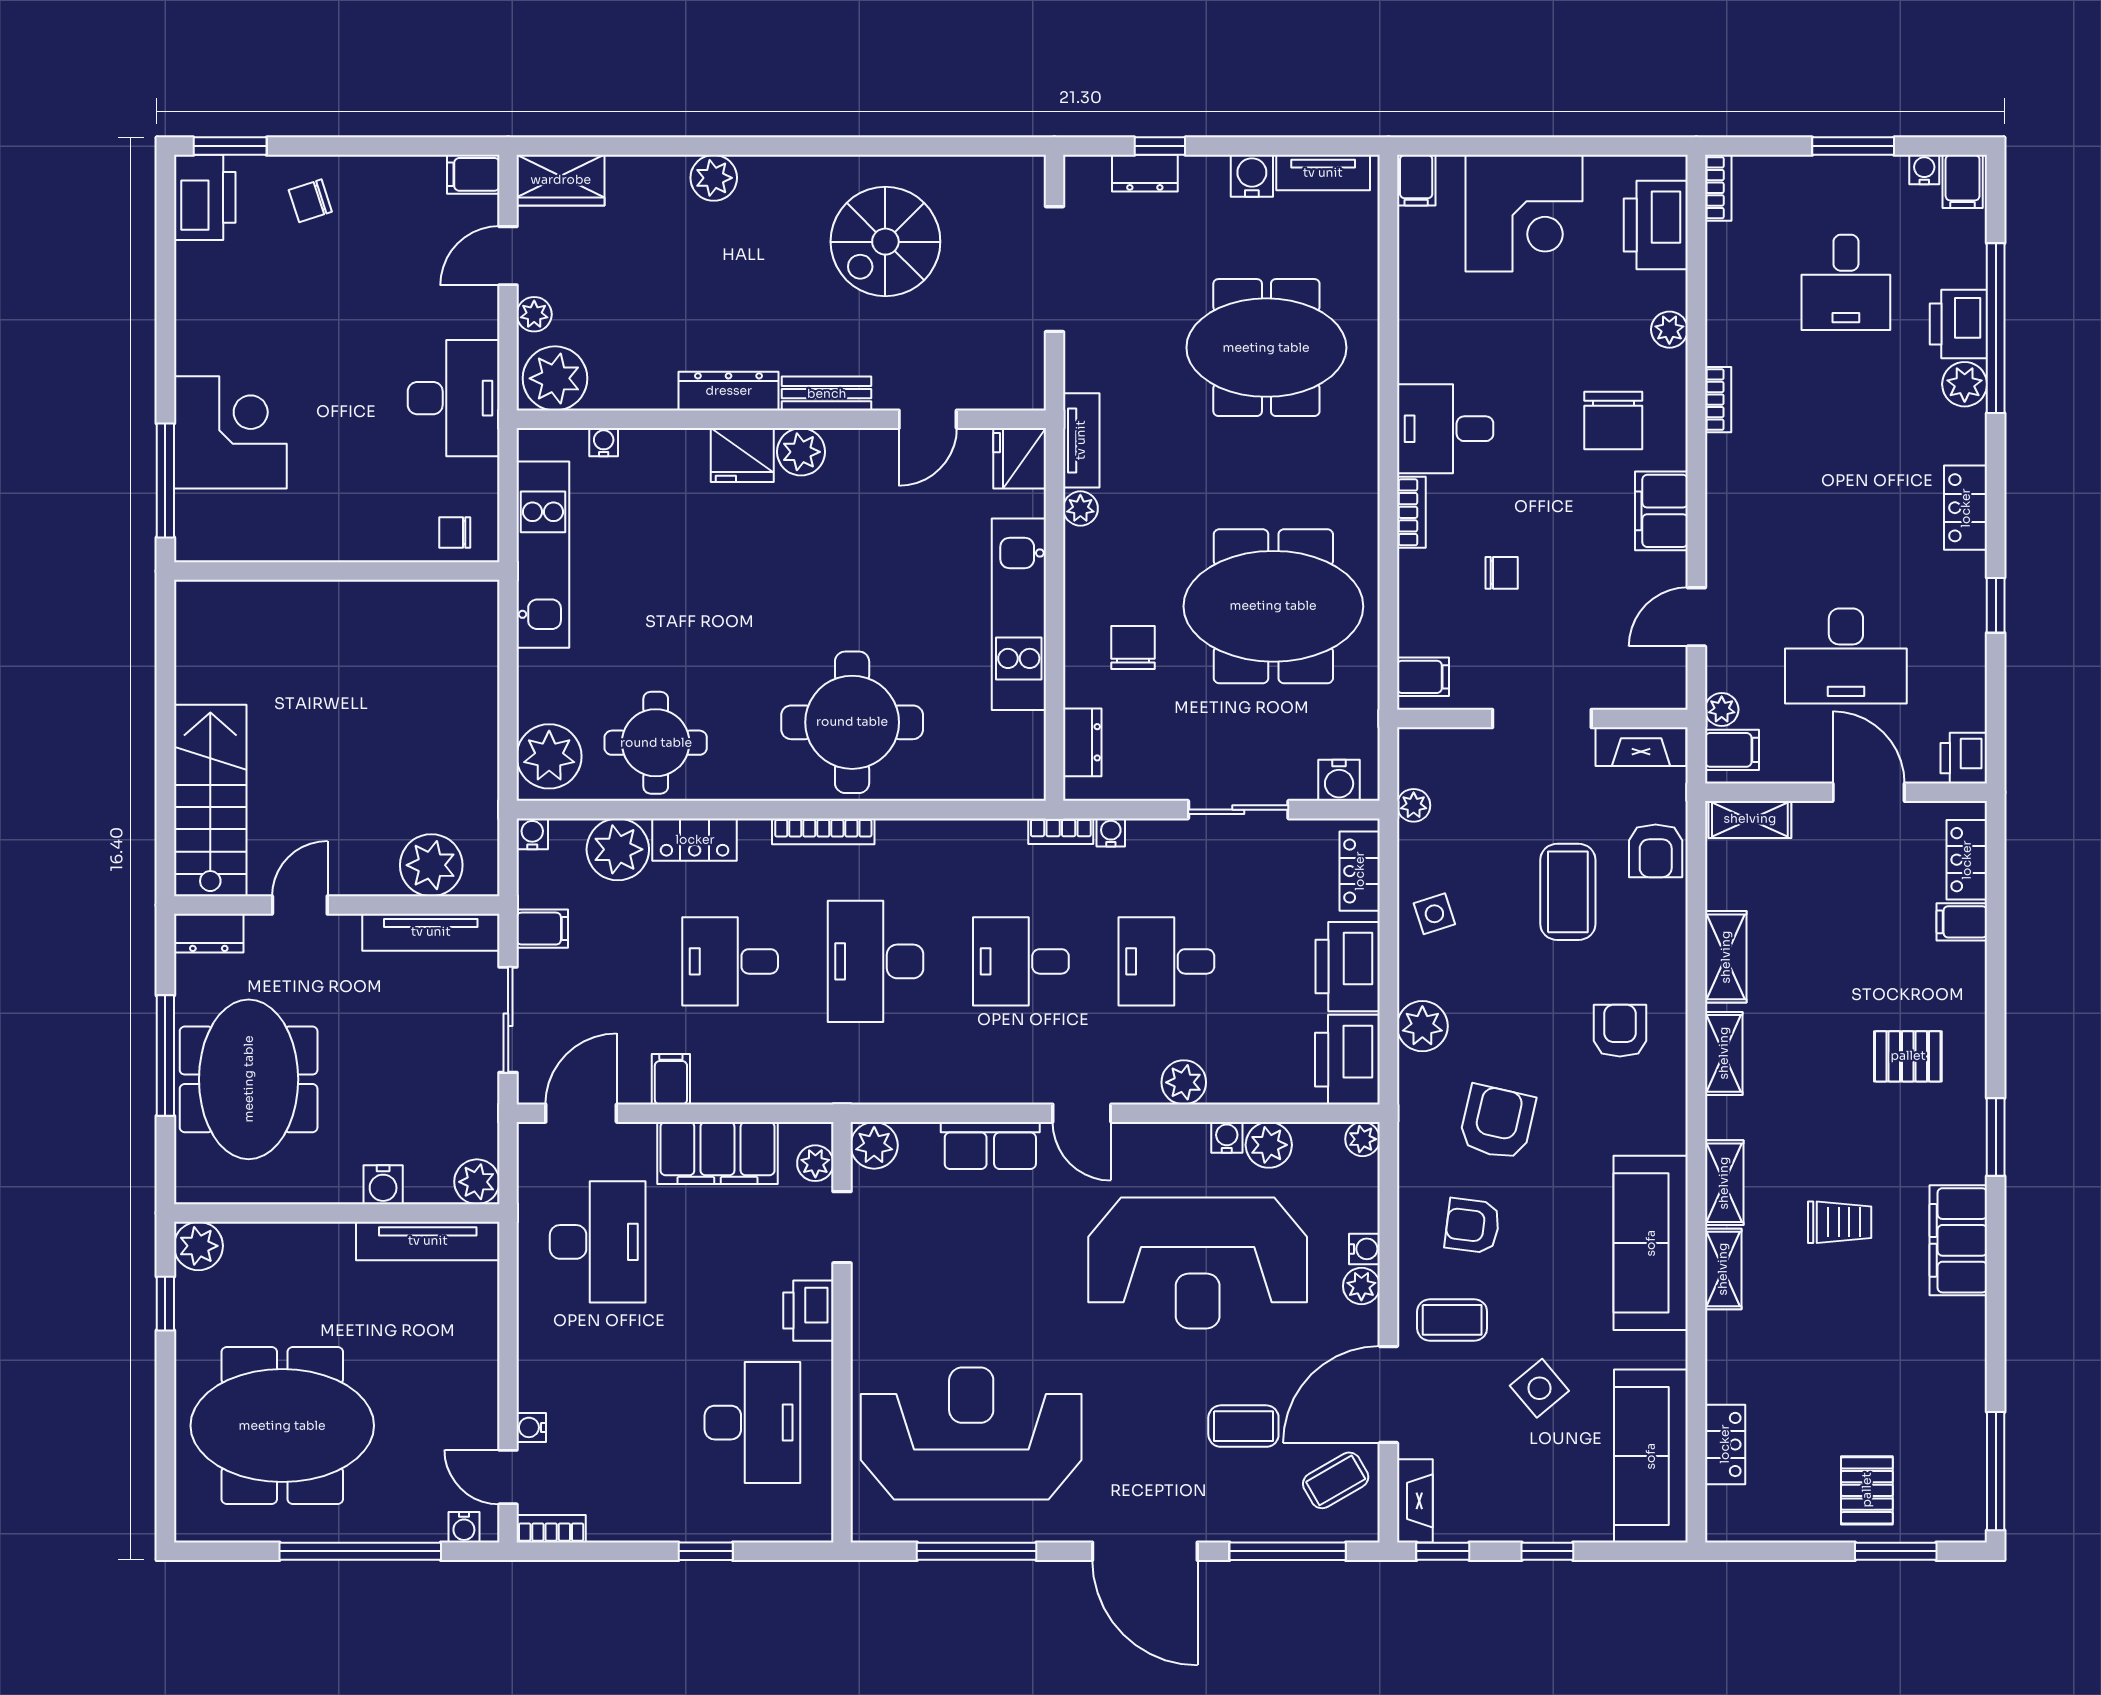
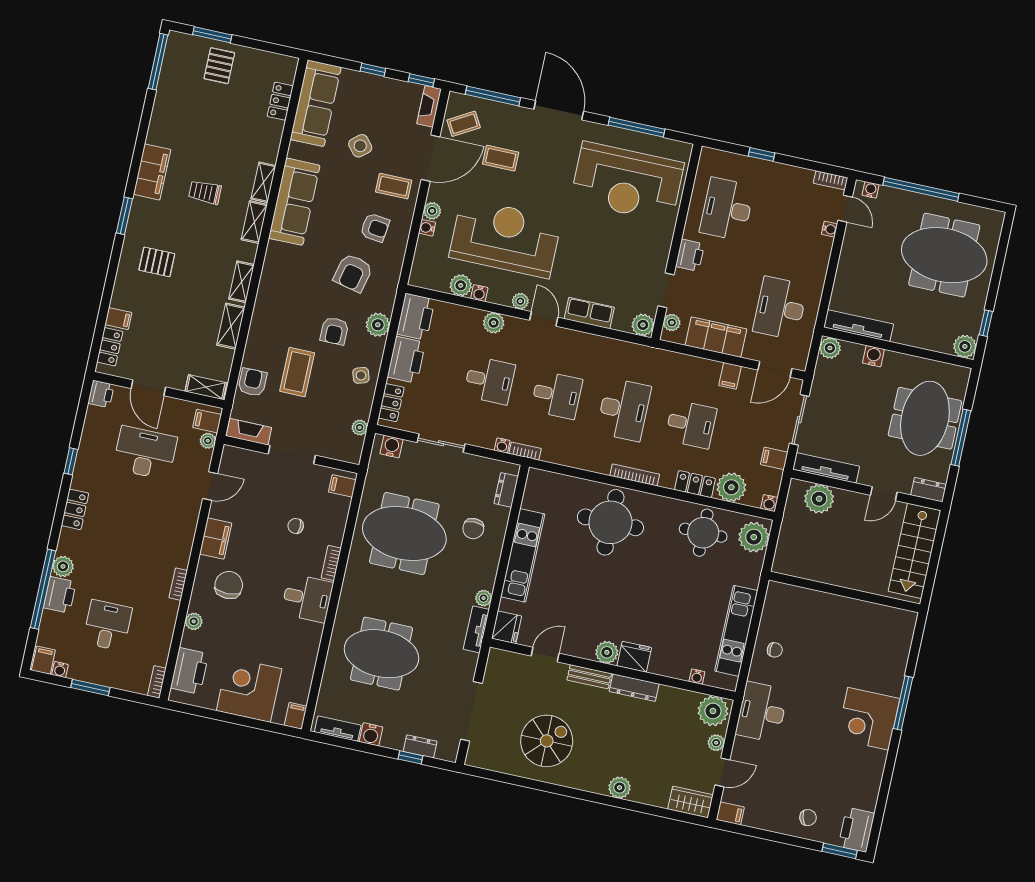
wall: (337, 571) -> (844, 592), moved
armchair: (1620, 1031) -> (334, 331), moved
plant: (1363, 1139) -> (520, 301), moved

